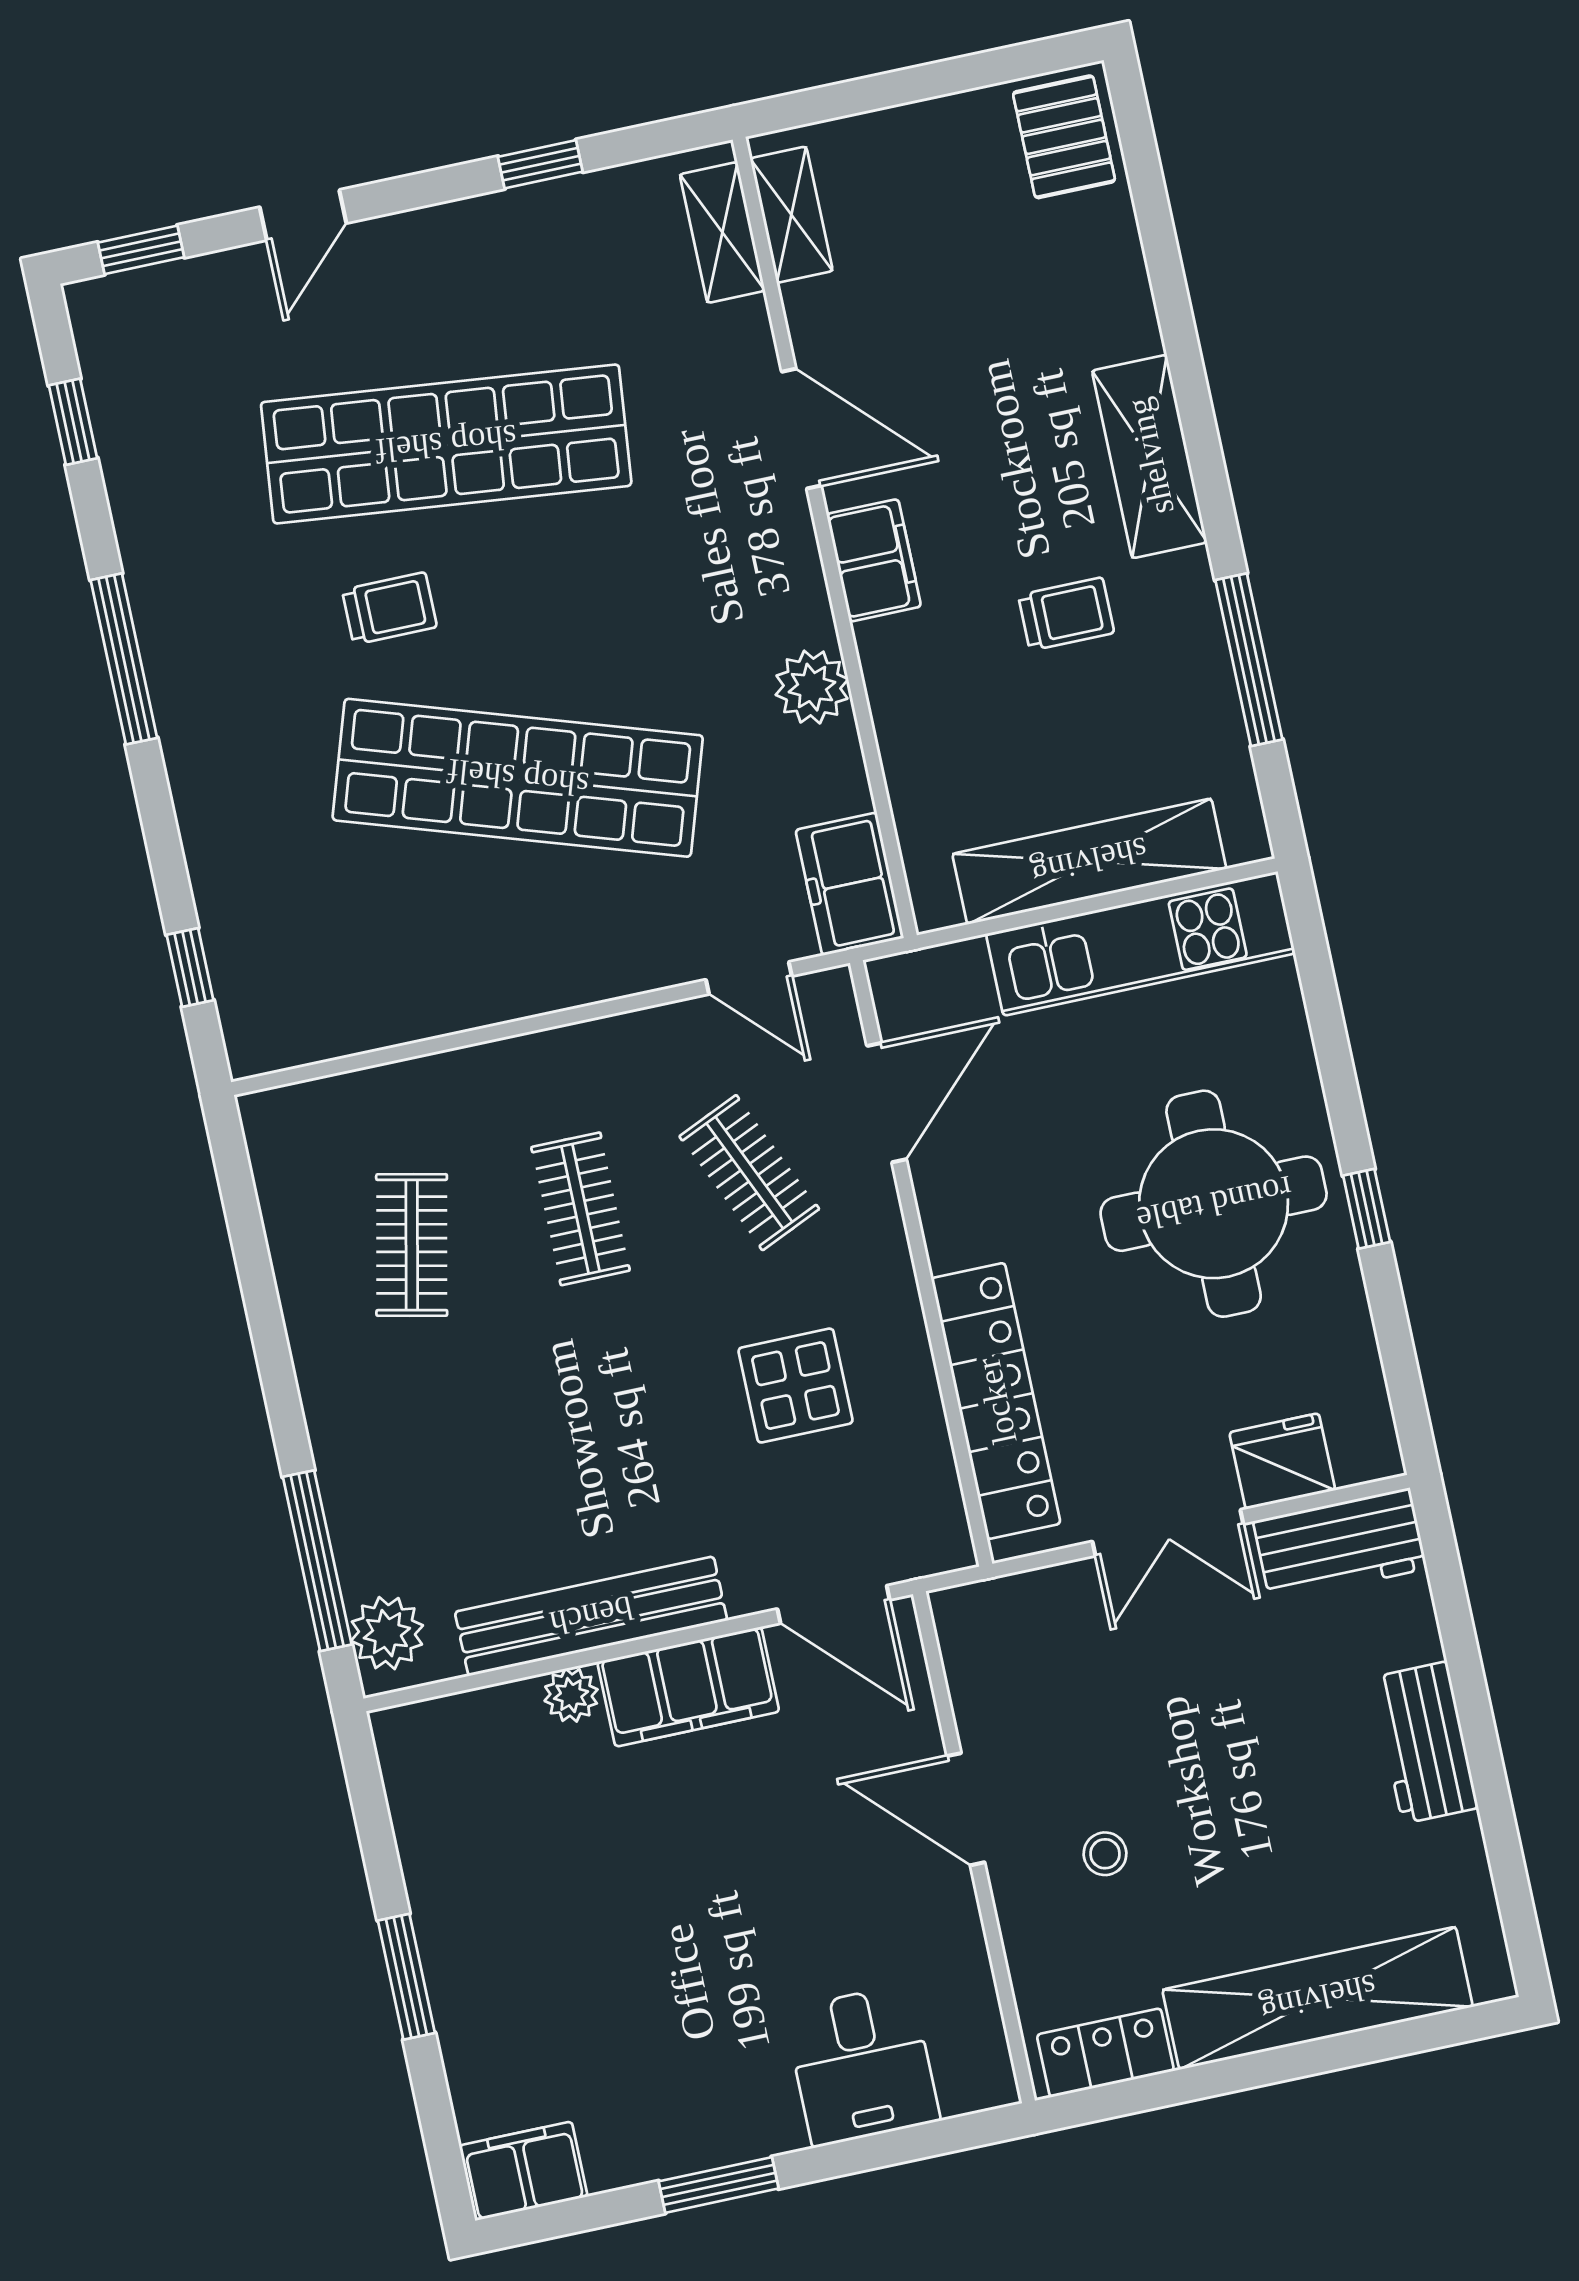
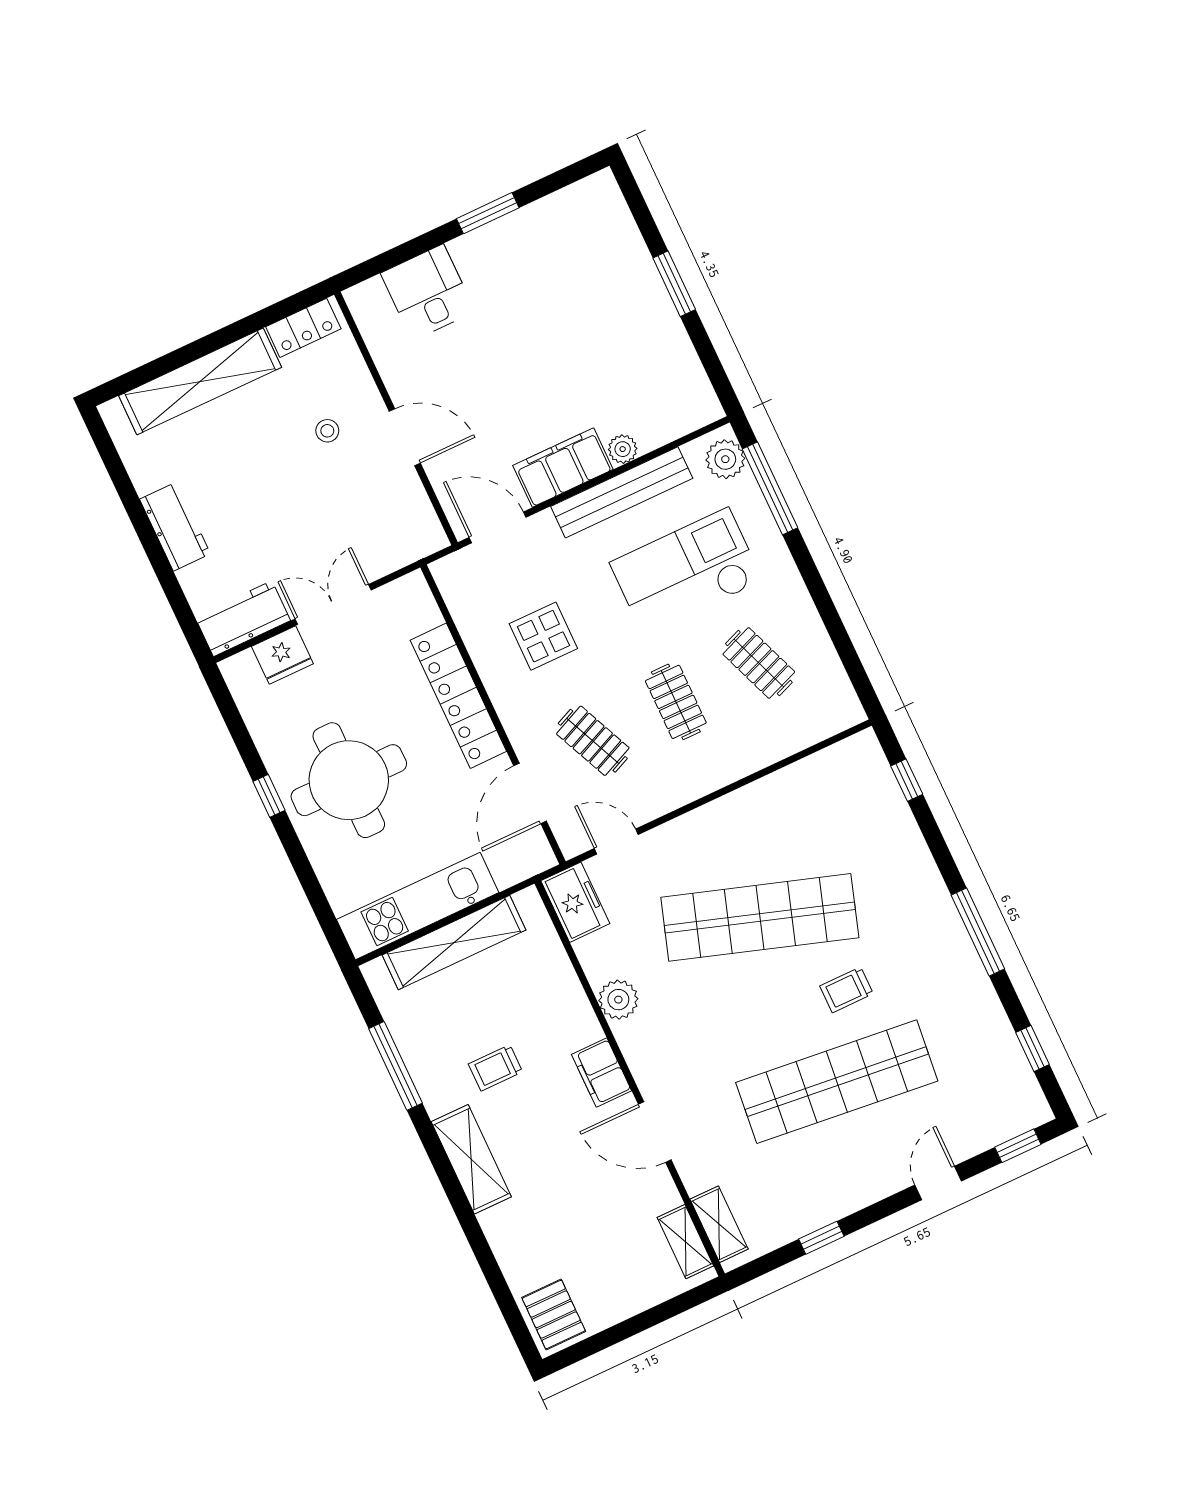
clothes rail: (412, 1245) -> (759, 663), turned -33
locker: (996, 1401) -> (458, 696), moved
checkout: (506, 1443) -> (686, 572), added
filing cabinet: (523, 2171) -> (590, 197), removed

